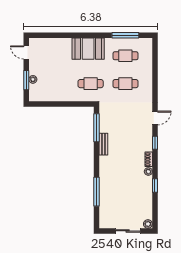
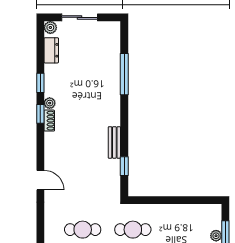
door: (155, 118) -> (40, 180), swing flipped
window: (97, 128) -> (124, 166), width x0.46
window: (155, 143) -> (40, 114), moved
dresser: (147, 208) -> (51, 50), added

